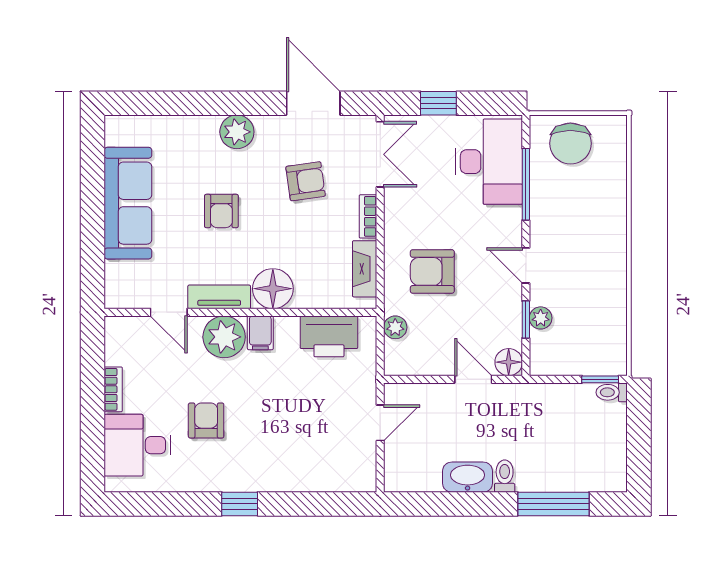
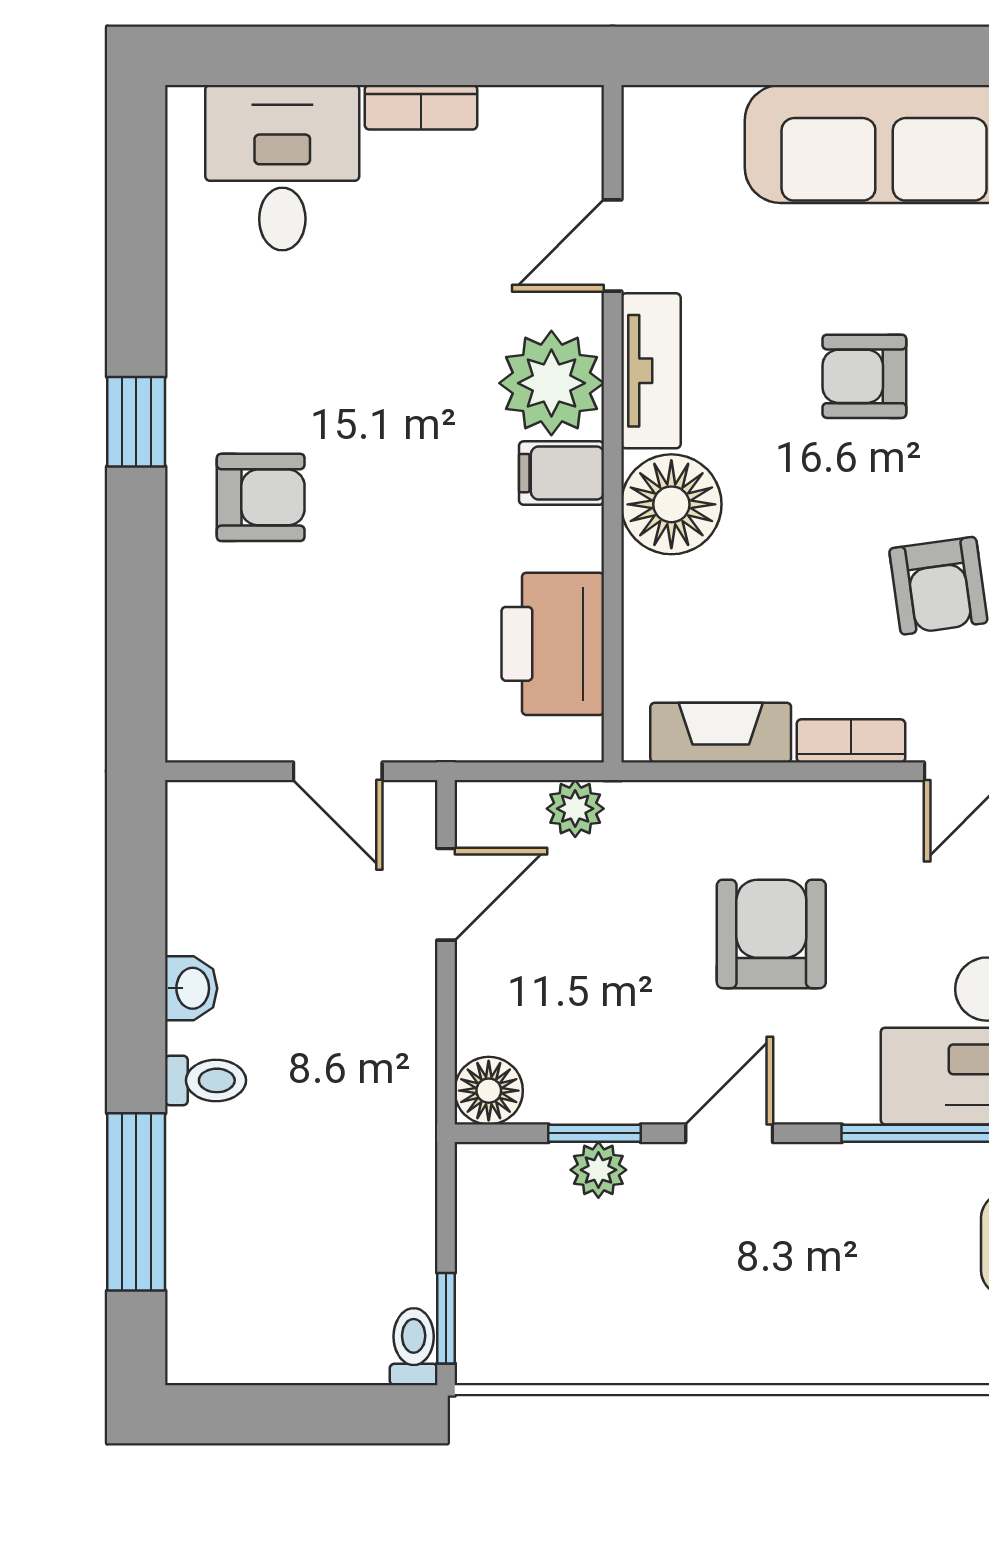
armchair: (432, 271) -> (771, 934), moved
door: (473, 379) -> (446, 894), moved
armchair: (206, 421) -> (261, 497), moved
washbasin: (468, 477) -> (191, 988), width x0.52, depth x0.69

